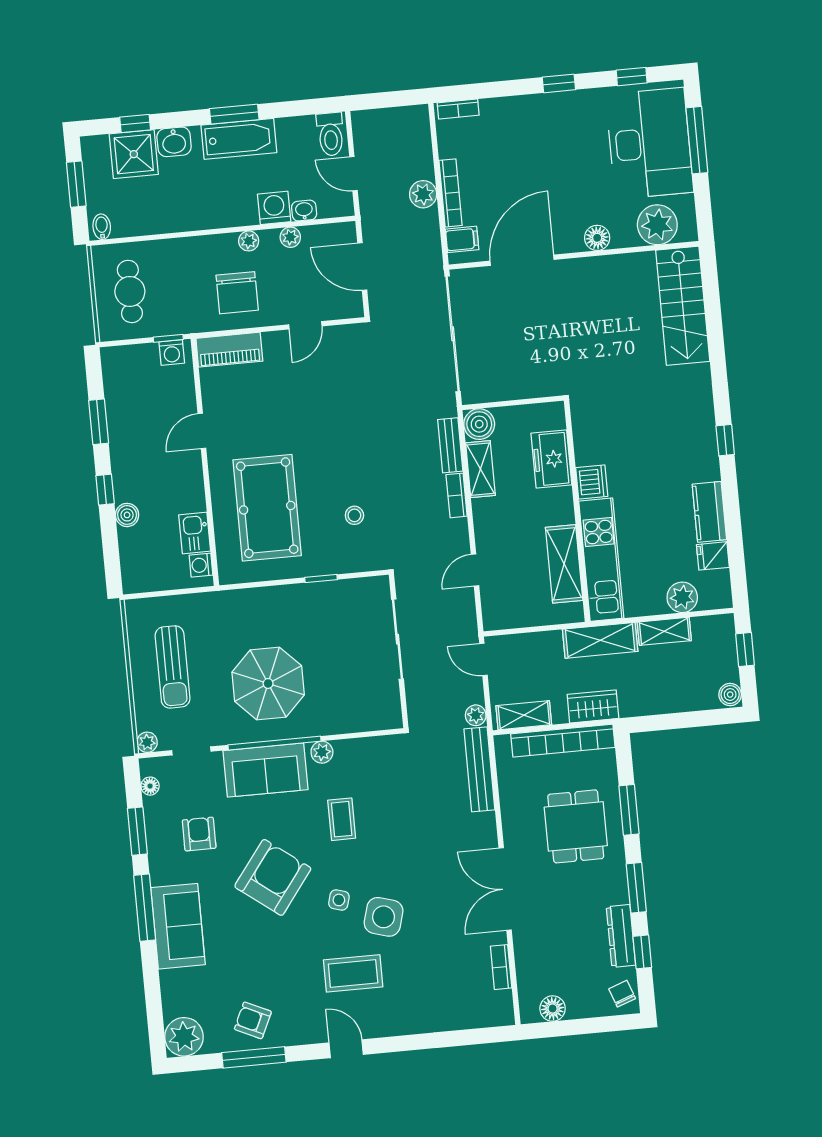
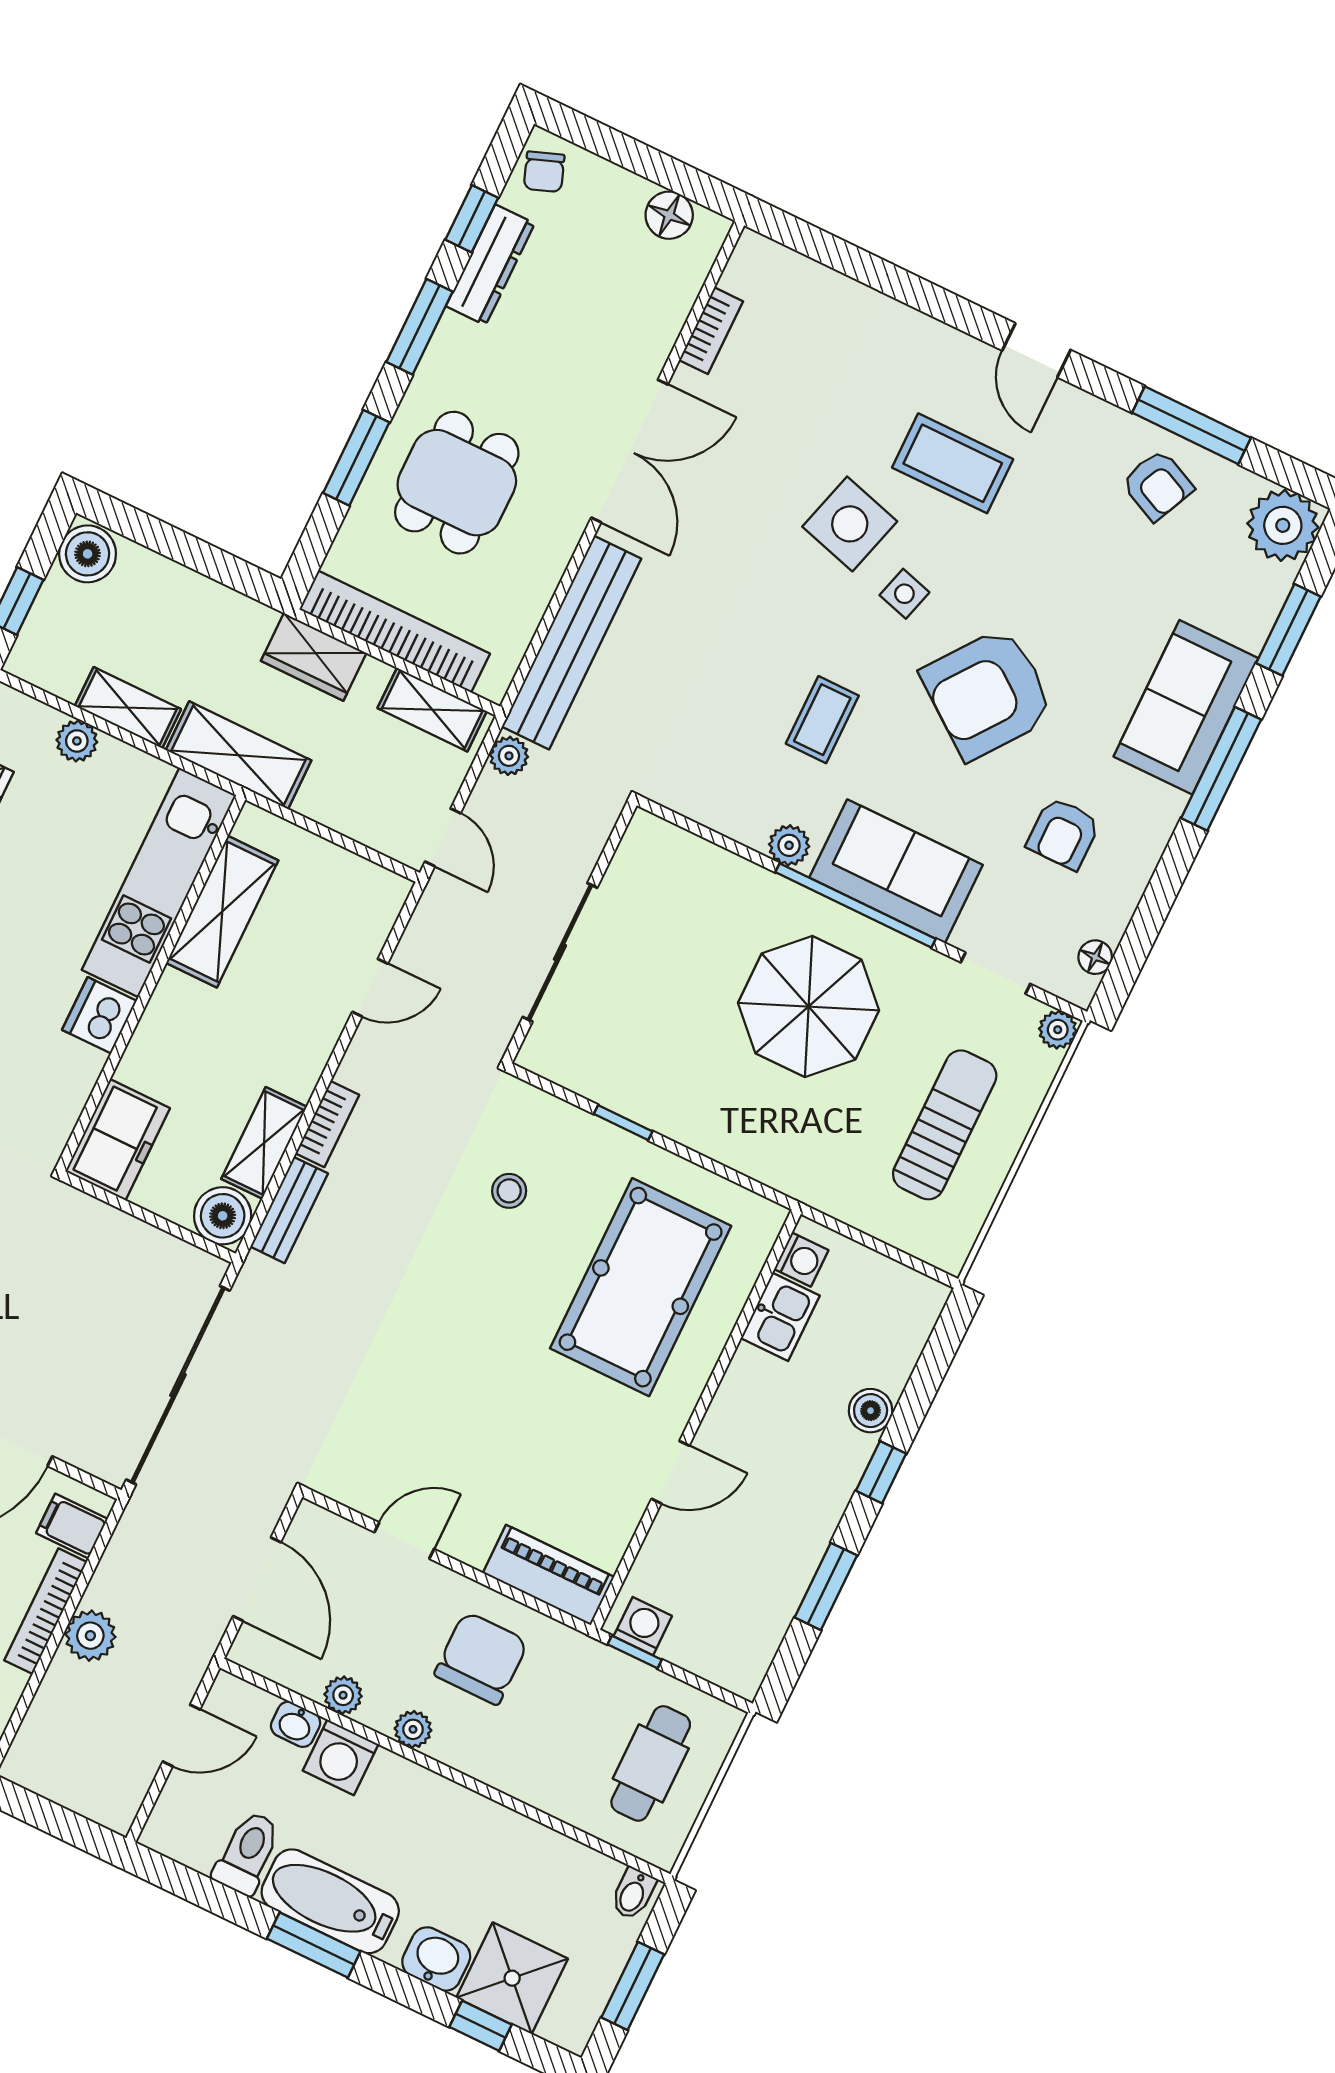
toilet: (331, 134) -> (247, 1853), moved
door: (353, 174) -> (181, 1735), hinge flipped
freezer: (551, 459) -> (118, 1140), moved
plant: (682, 597) -> (77, 741), width x0.73, depth x0.73
boiler: (730, 695) -> (88, 554), width x1.36, depth x1.36
bench: (479, 769) -> (572, 643), width x1.37, depth x1.21
window: (137, 831) -> (1288, 630), moved

